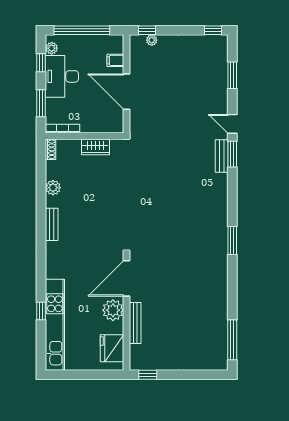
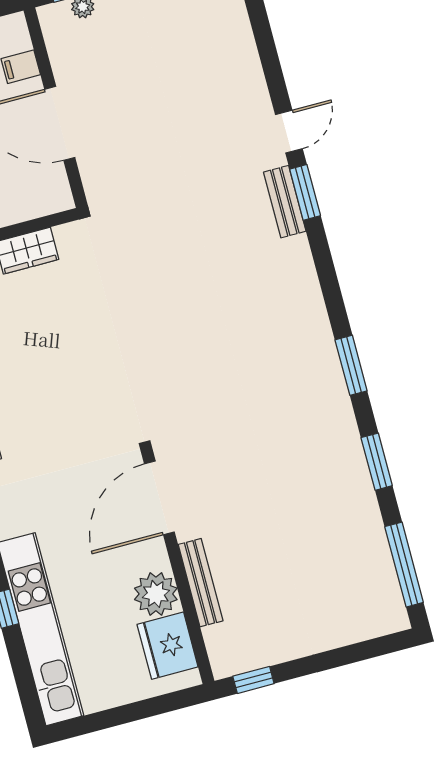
window: (232, 75) -> (377, 462), moved
door: (232, 124) -> (289, 132), swing flipped
plant: (113, 310) -> (156, 594), moved

